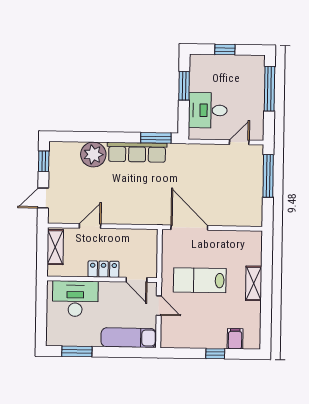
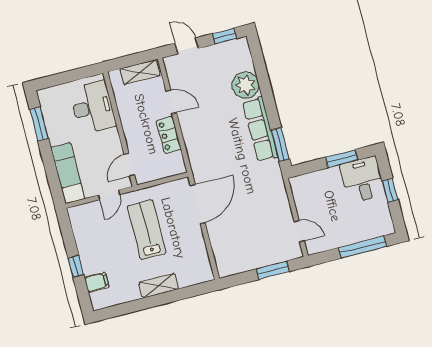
desk: (208, 110) -> (363, 180), moved
window: (268, 176) -> (273, 270), width x0.69
locker: (103, 269) -> (169, 135), moved, turned 180

